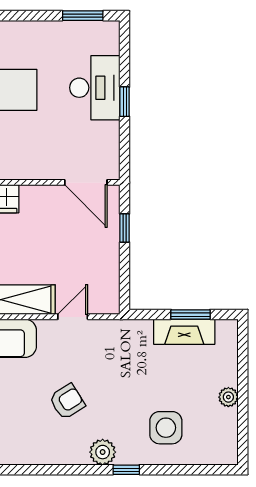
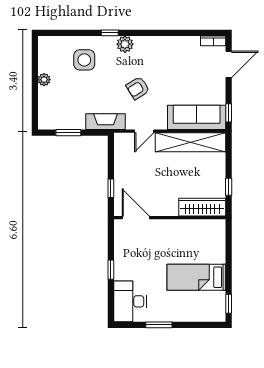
window: (83, 16) -> (159, 325), moved
desk: (95, 88) -> (130, 301), moved
fireplace: (184, 332) -> (106, 122), moved
armchair: (67, 402) -> (138, 88), moved

